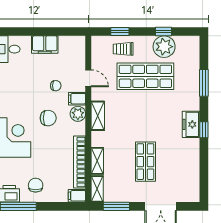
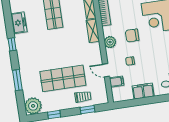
plant: (164, 47) -> (33, 106), moved
filing cabinet: (77, 99) -> (117, 82), moved
shelving: (98, 116) -> (93, 31), moved
freezer: (191, 124) -> (19, 23), moved

